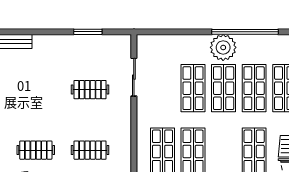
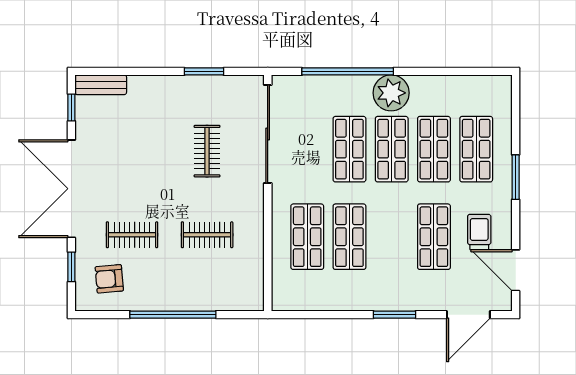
window: (245, 32) -> (348, 71), moved
sliding door: (134, 77) -> (268, 134), width x1.86
clothes rail: (90, 90) -> (207, 151), turned 90

